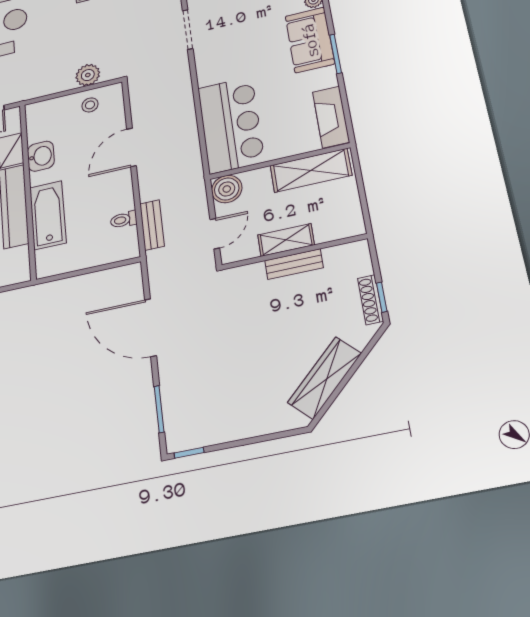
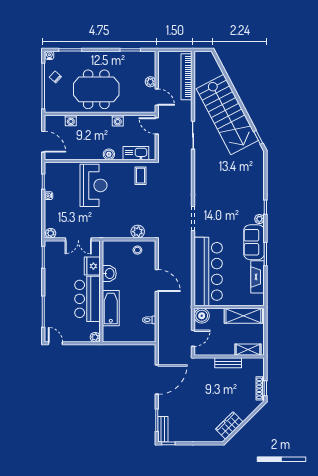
fireplace: (331, 117) -> (257, 277), moved
bar counter: (231, 125) -> (208, 271), width x1.36
door: (131, 147) -> (157, 281), swing flipped
bench: (152, 225) -> (163, 429), moved
shelving: (286, 240) -> (248, 350), moved
plant: (21, 274) -> (95, 337), added
door: (151, 328) -> (157, 380), swing flipped
wardrobe: (325, 378) -> (229, 426), width x0.67

